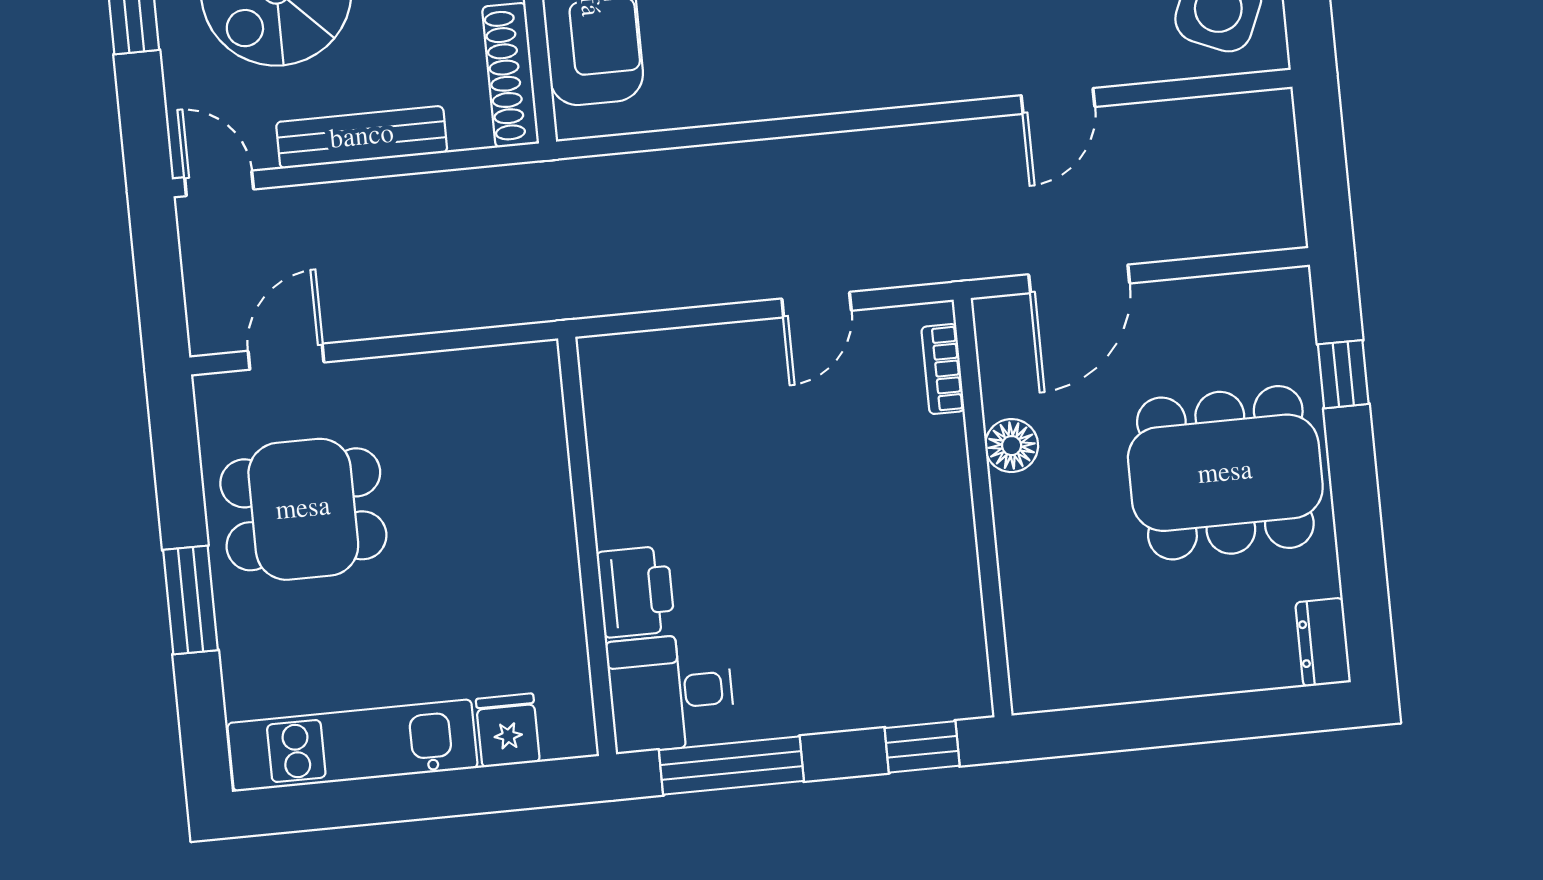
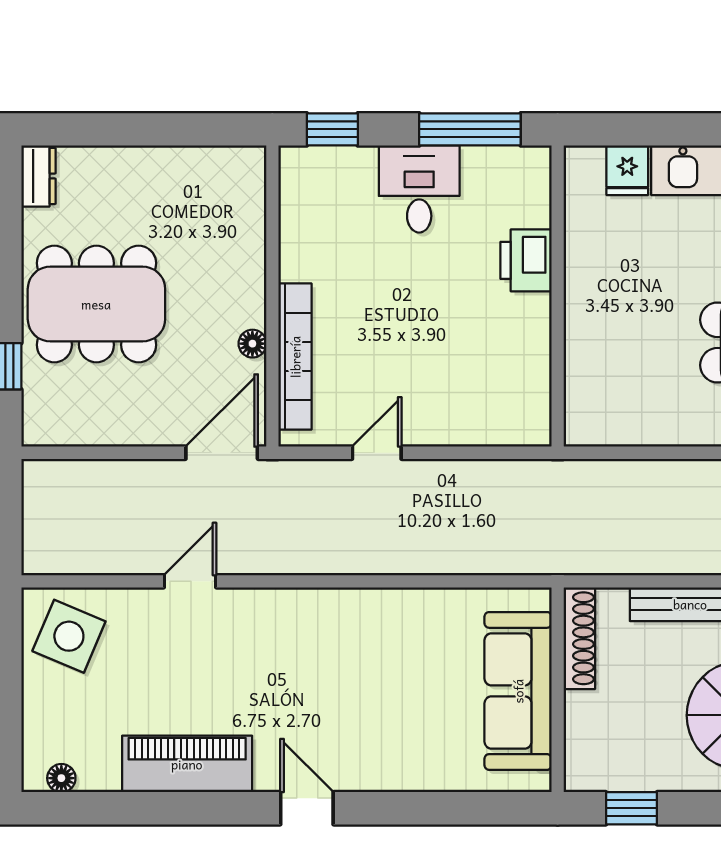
door: (1079, 279) -> (222, 453), moved
bookcase: (943, 369) -> (295, 357), width x2.31, depth x1.31
floor lamp: (1012, 446) -> (252, 344), width x0.73, depth x0.73
desk: (671, 693) -> (419, 189), moved, turned -90

